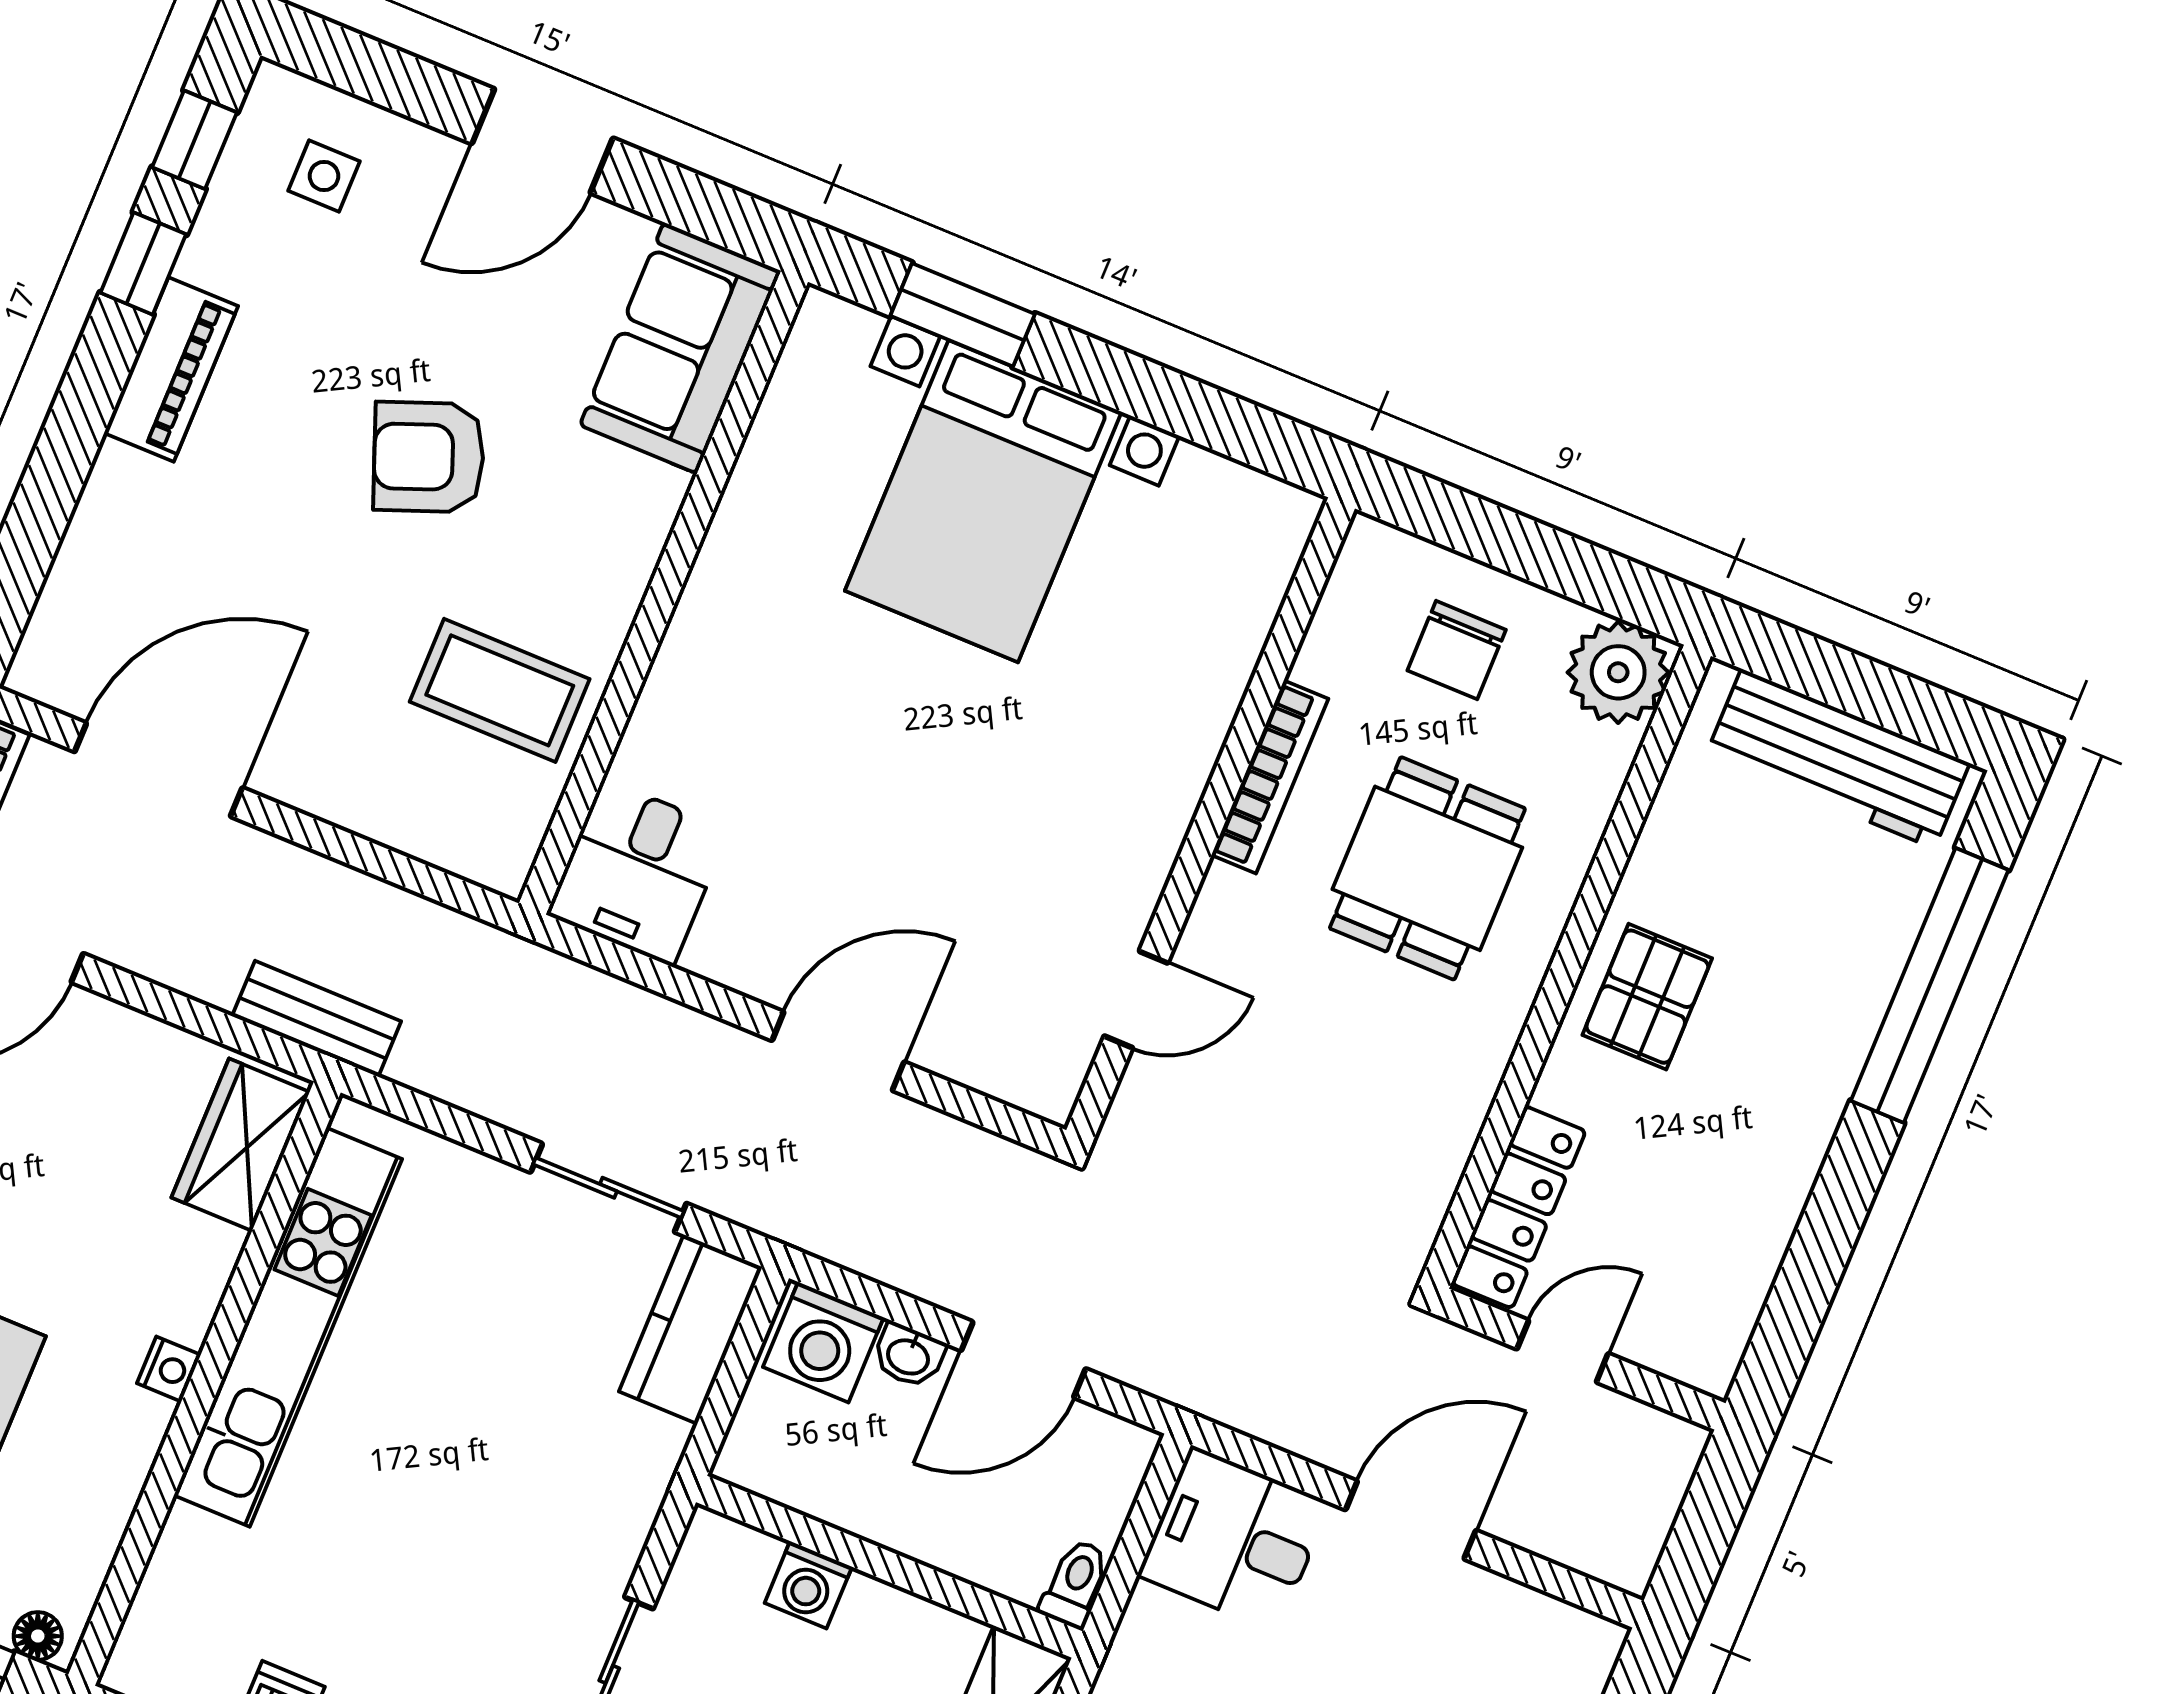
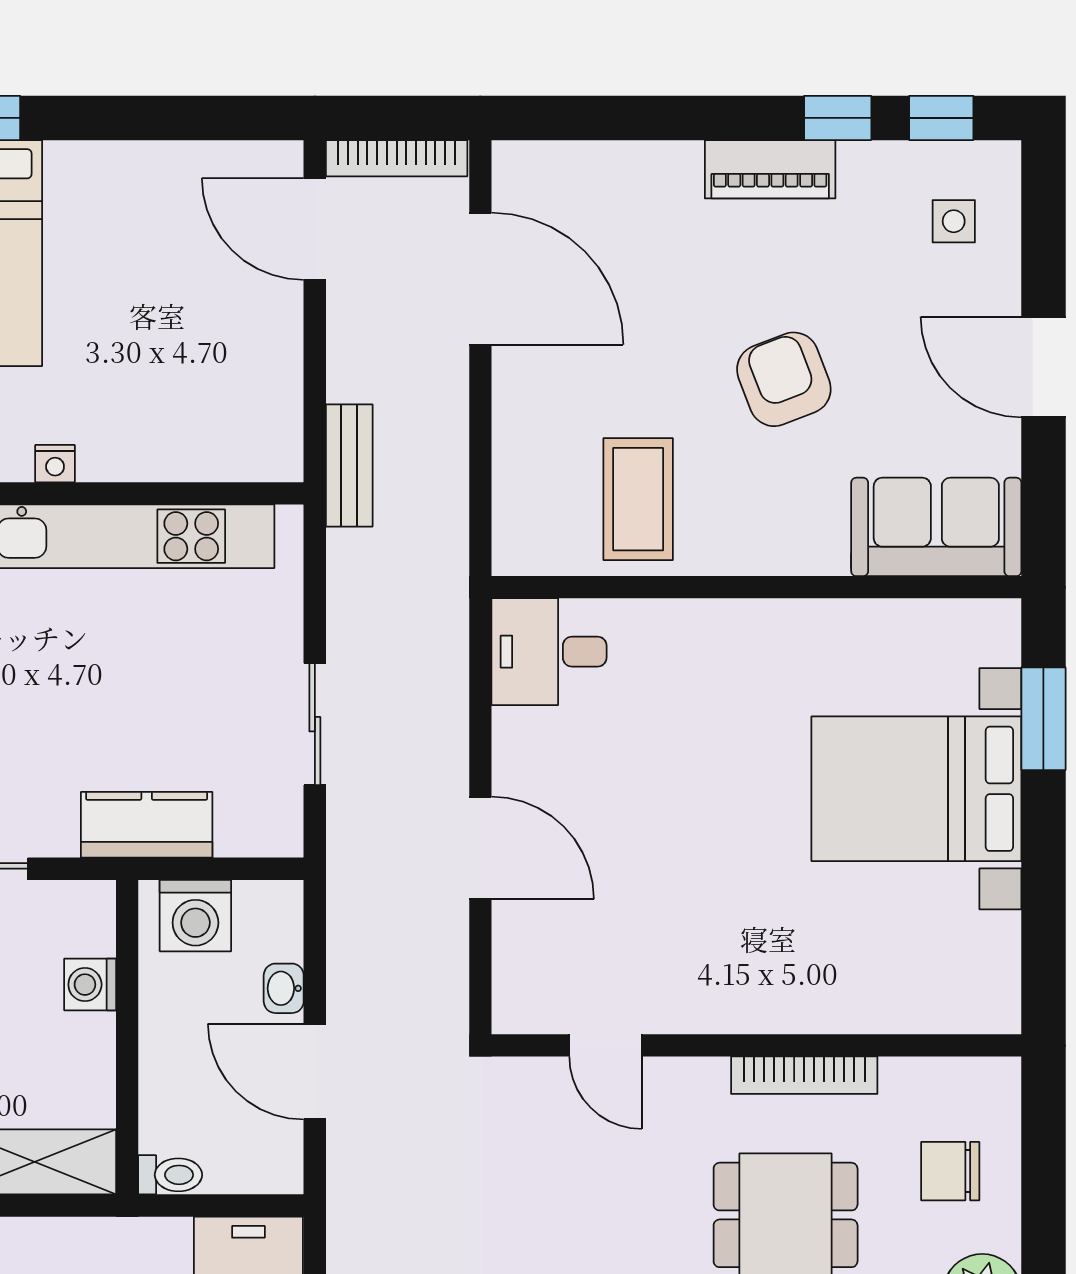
wardrobe: (241, 1145) -> (237, 448), removed
kitchen counter: (691, 1329) -> (147, 825), moved
washing machine: (823, 1342) -> (195, 916), moved, turned -90

